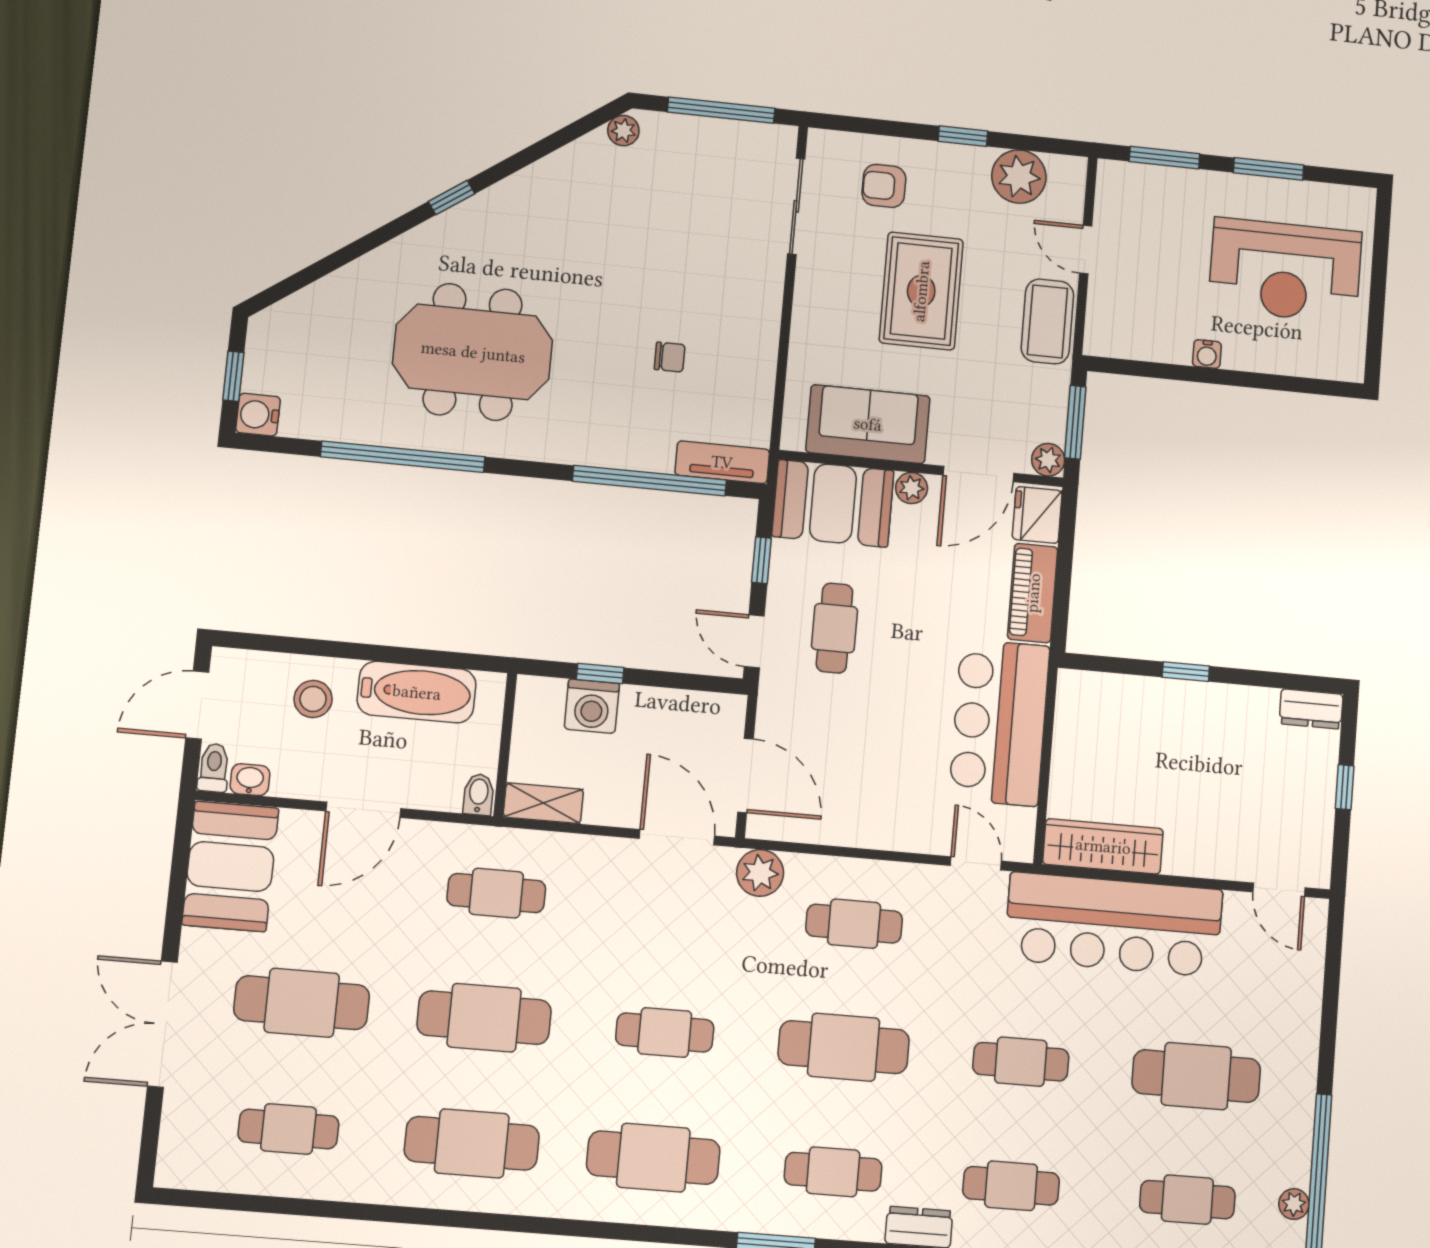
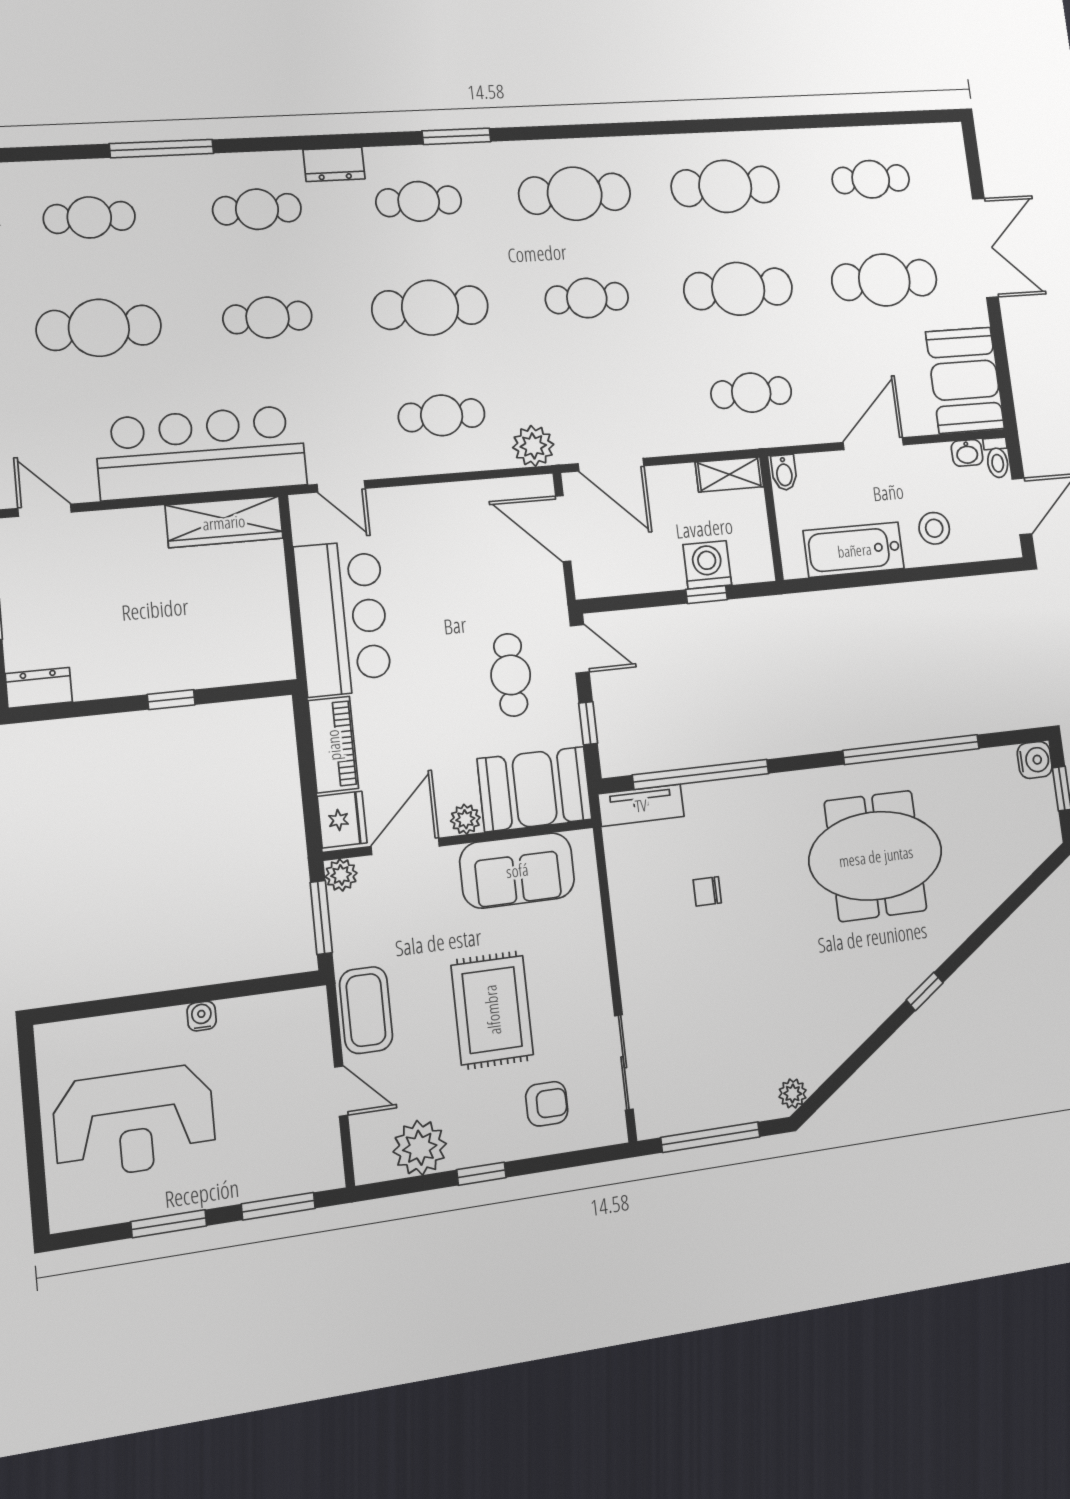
reception desk: (1285, 270) -> (134, 1122), turned 180

